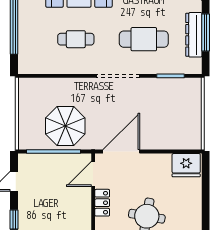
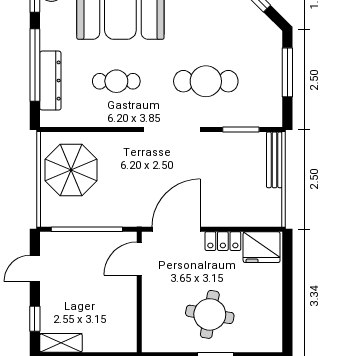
dresser: (194, 35) -> (50, 81), moved, turned 180
bench: (196, 99) -> (274, 160), added
parasol: (65, 126) -> (71, 170), moved
locker: (102, 203) -> (223, 241), moved, turned 90

